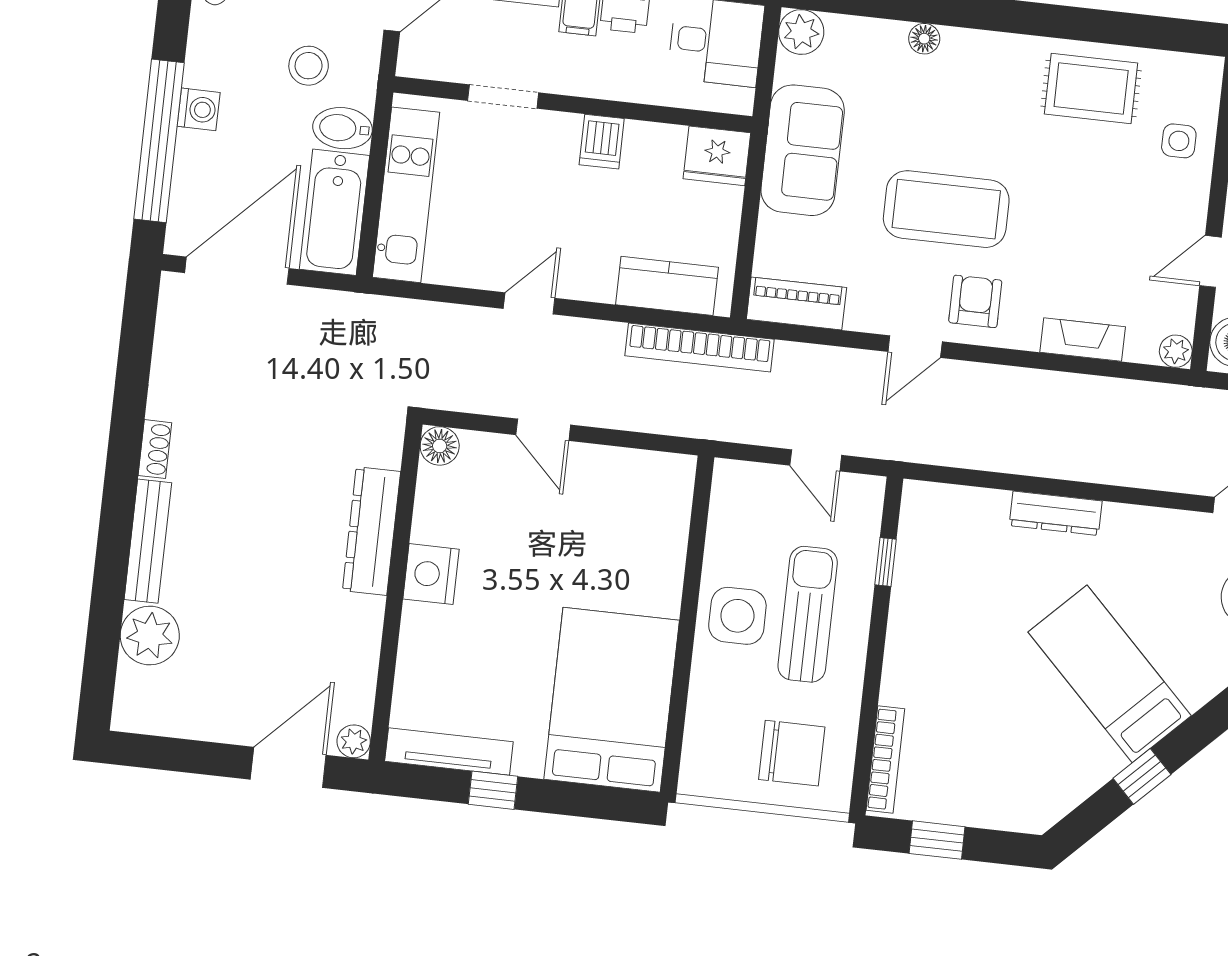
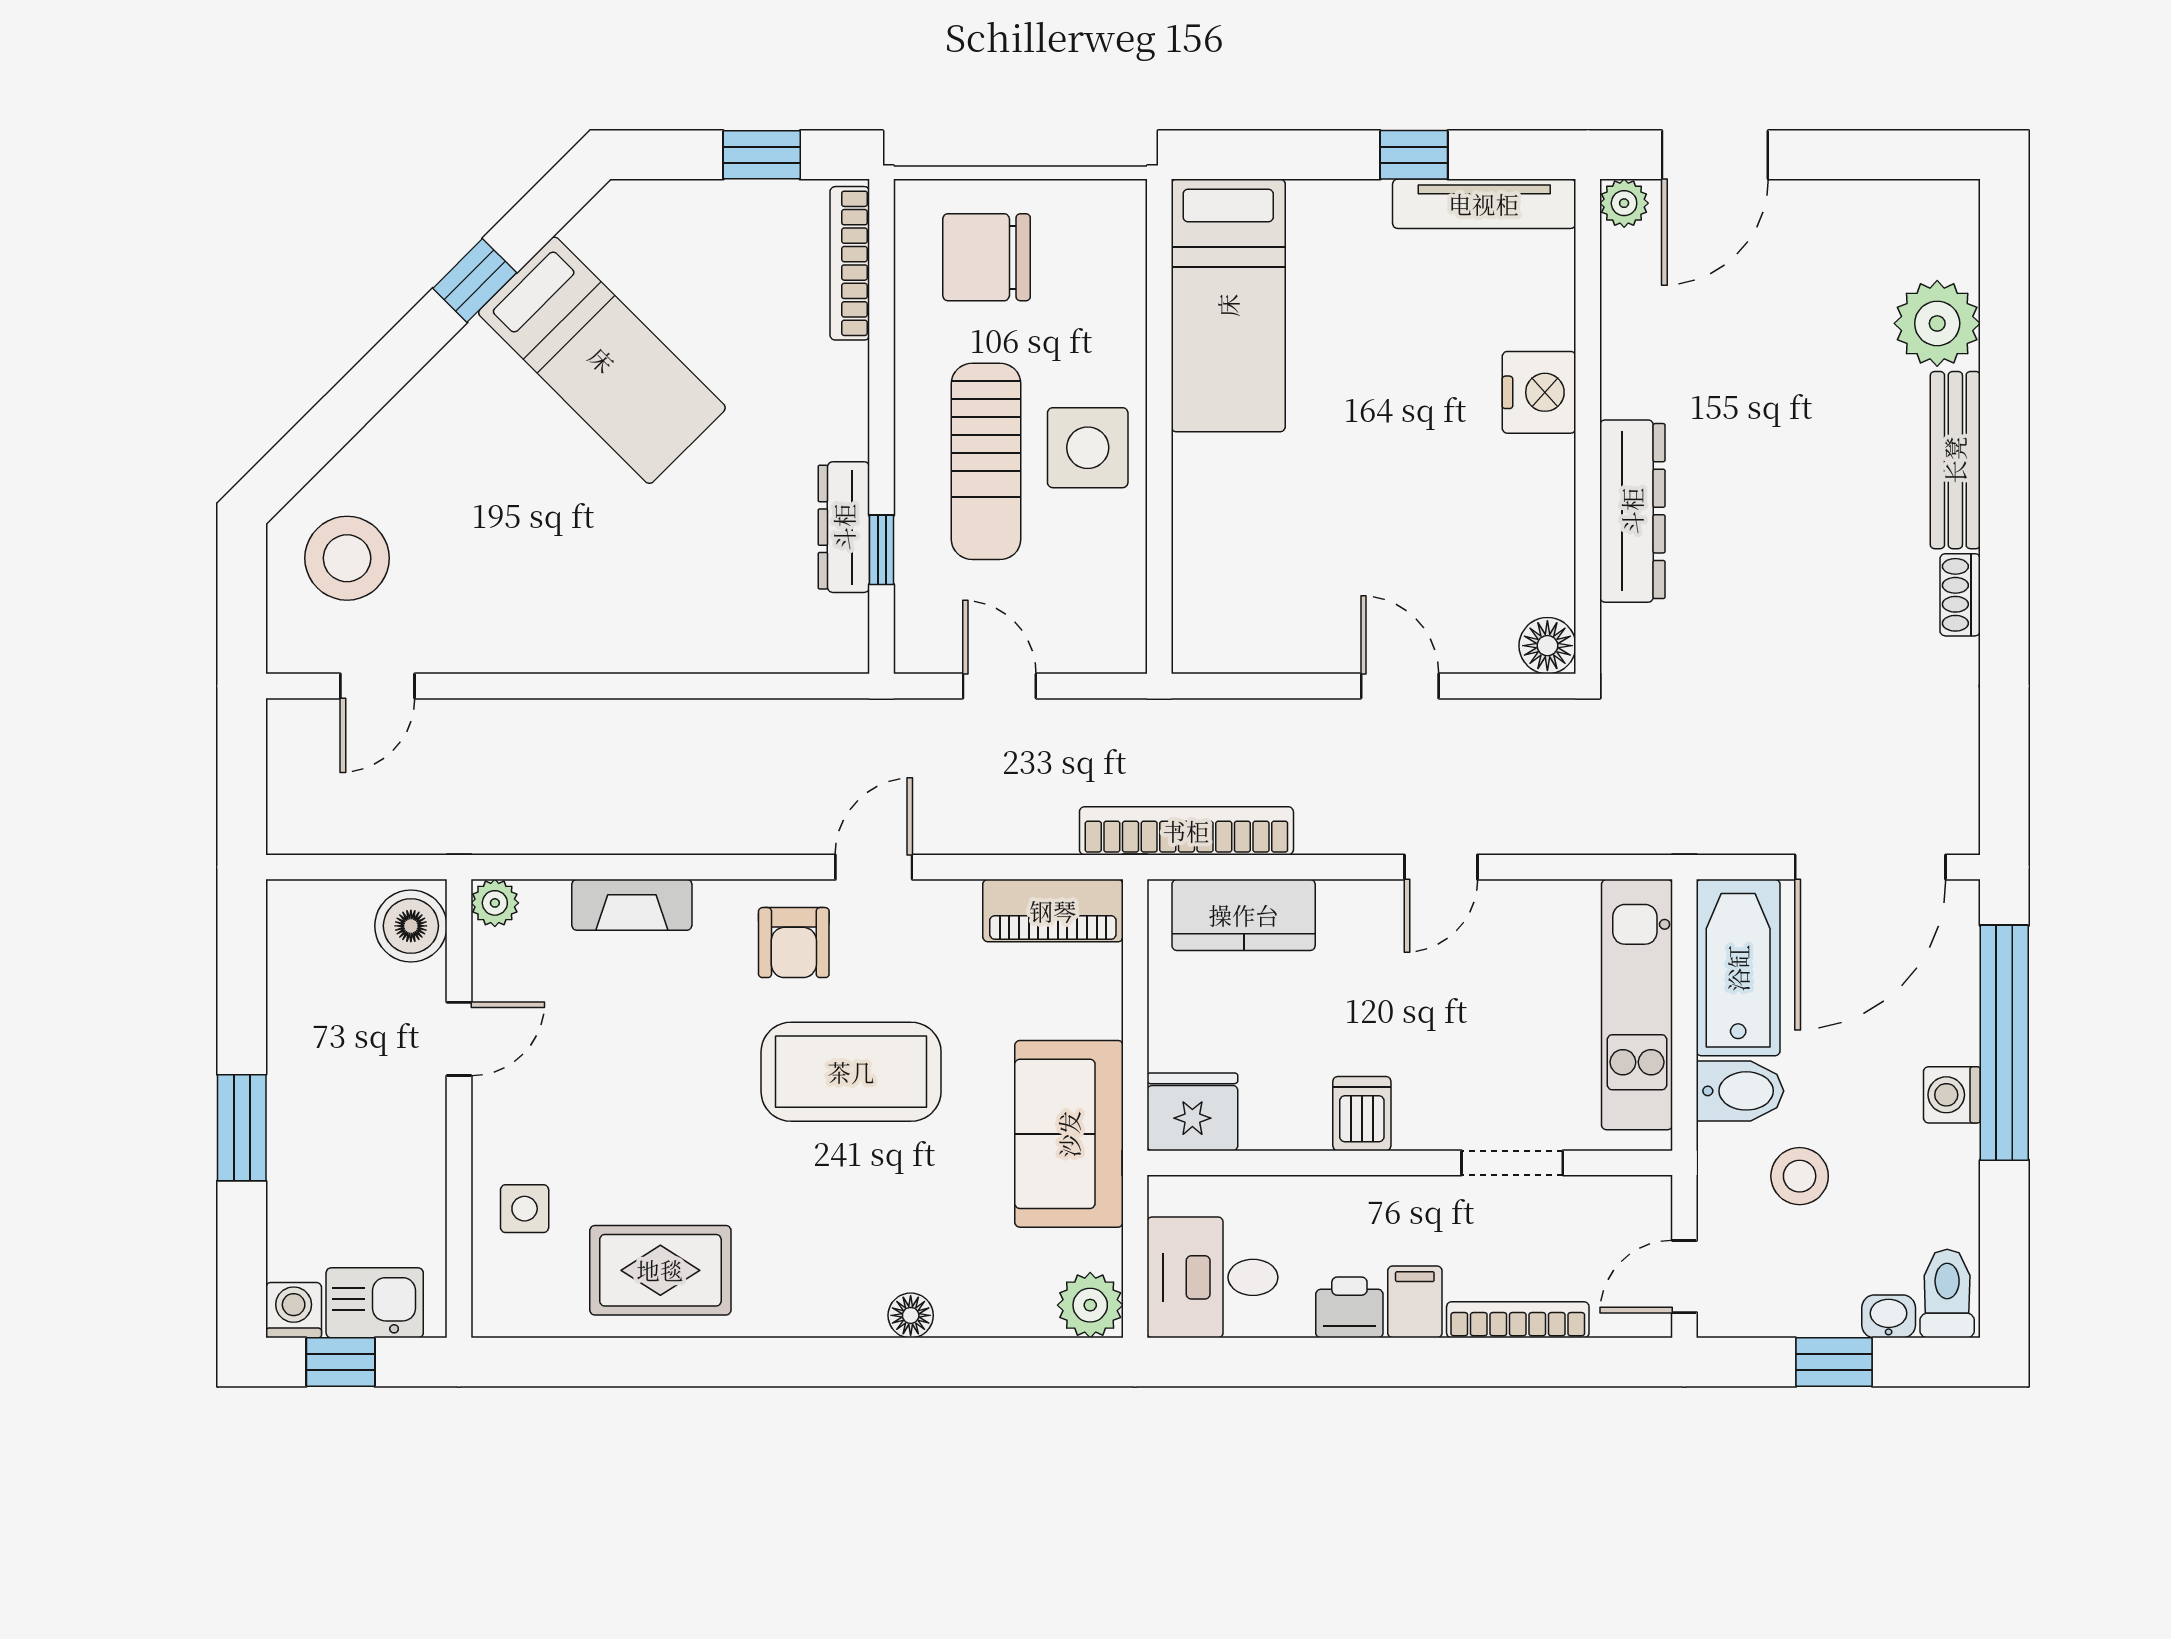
dresser: (1056, 513) -> (844, 527), moved, turned -90
nightstand: (431, 574) -> (1539, 392), moved
bed: (1110, 674) -> (602, 360), moved
bed: (612, 700) -> (1228, 305), width x0.67

